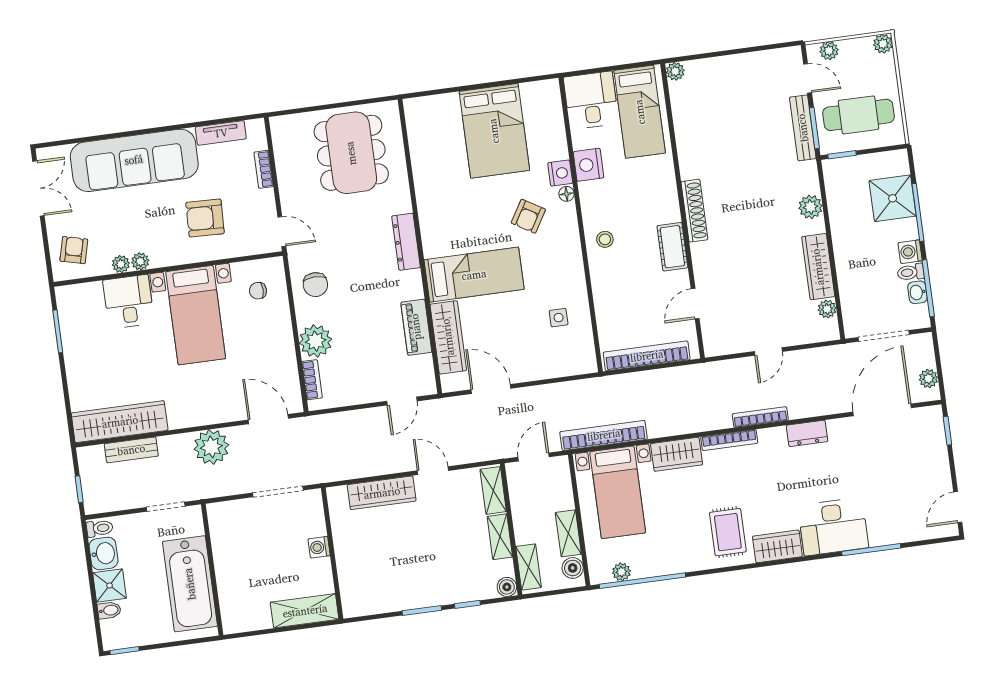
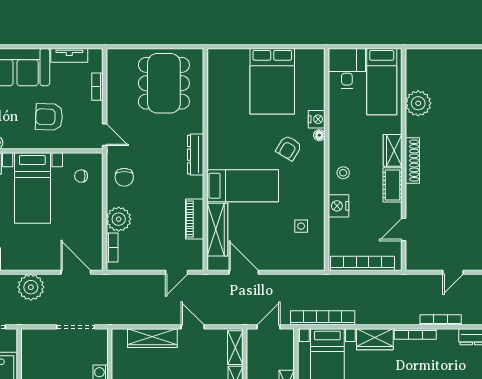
plant: (675, 71) -> (418, 103), moved, width x1.88, depth x1.88
nightstand: (588, 165) -> (339, 206), moved
wardrobe: (666, 201) -> (393, 150), added

